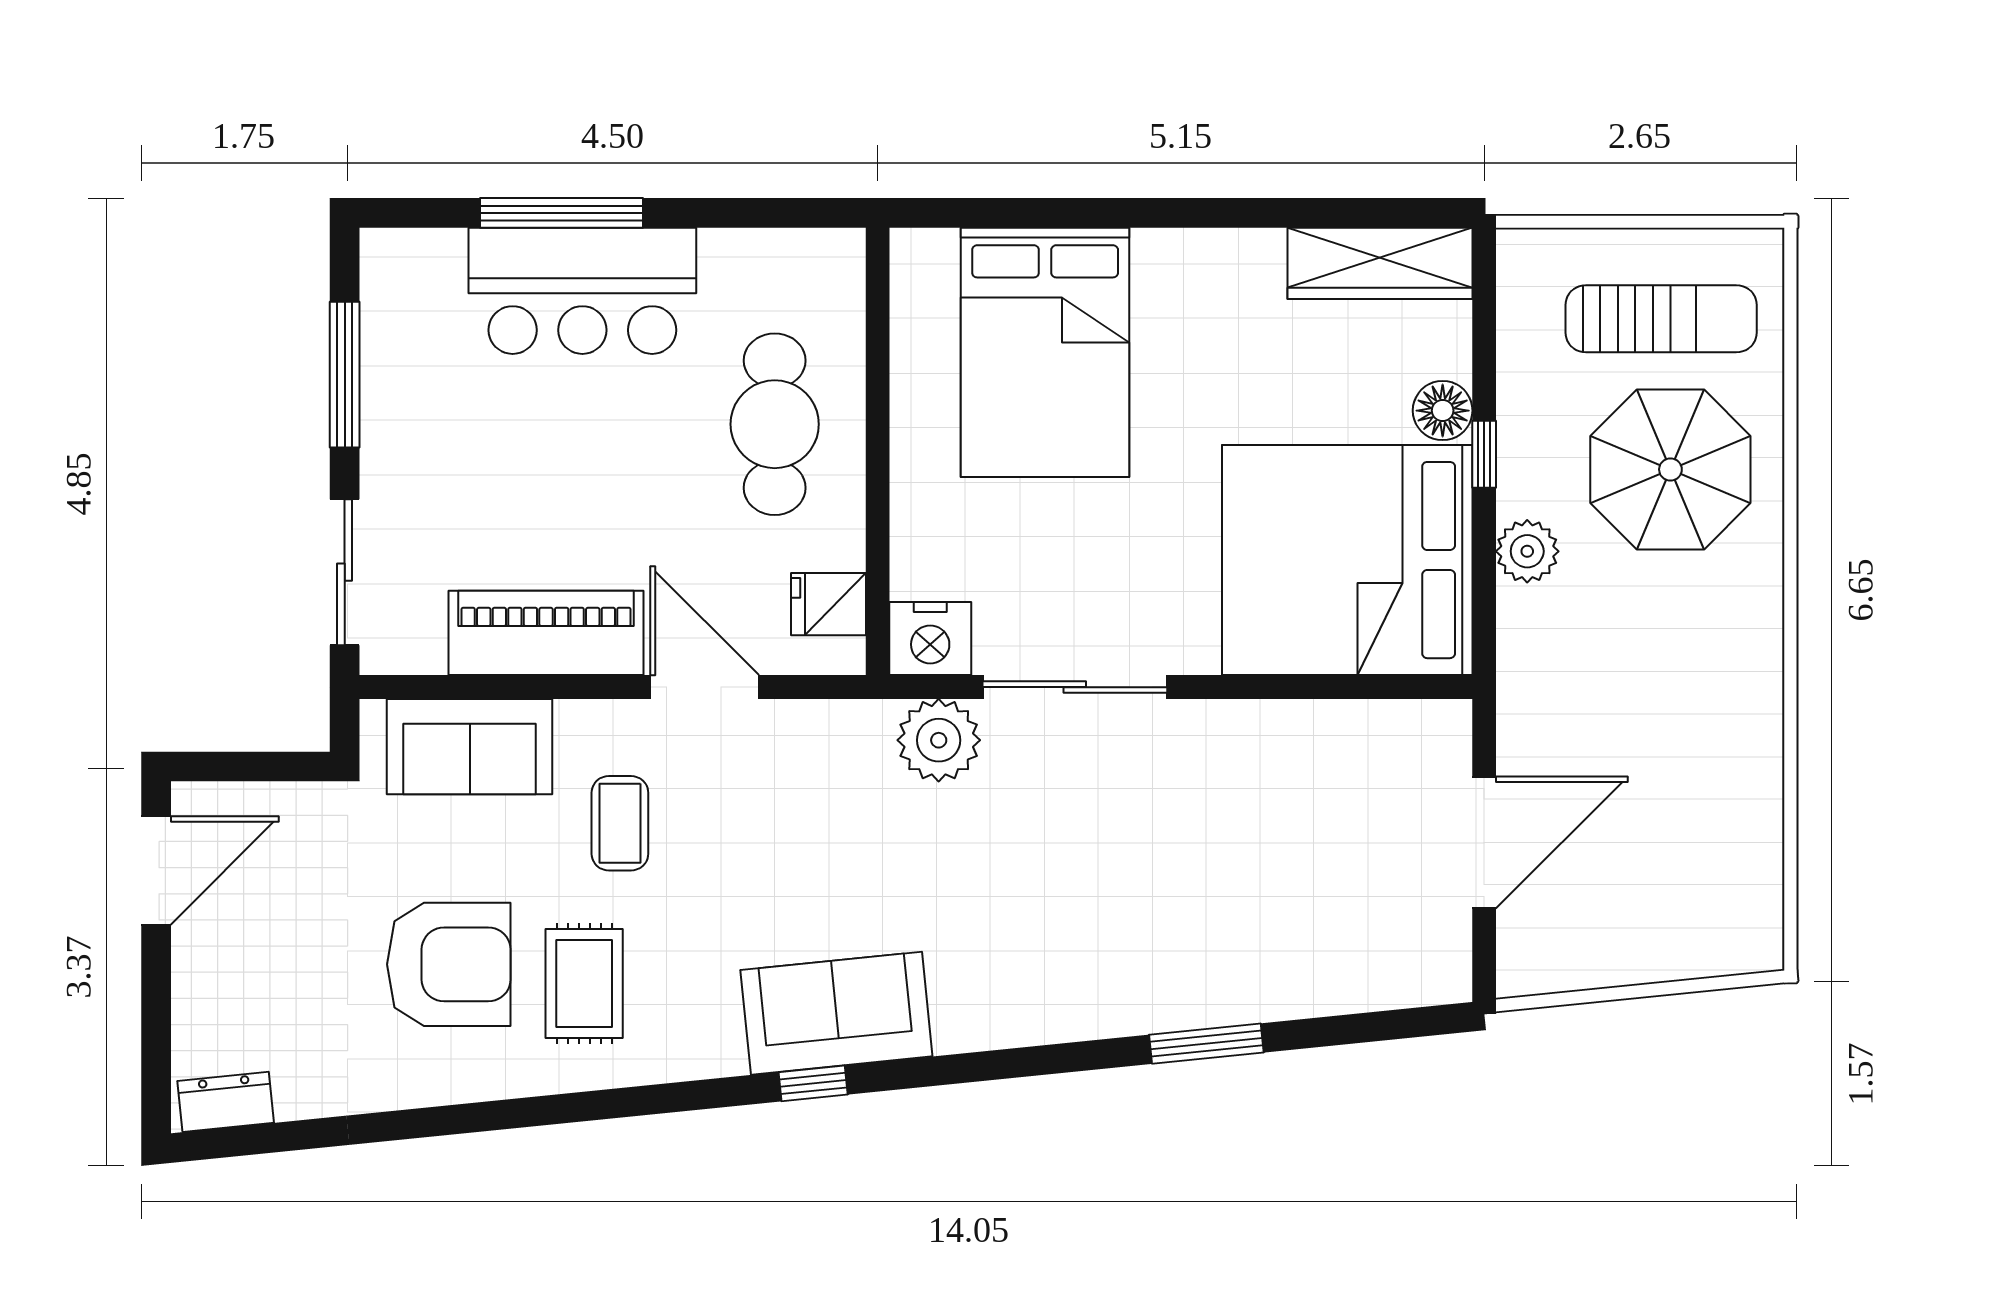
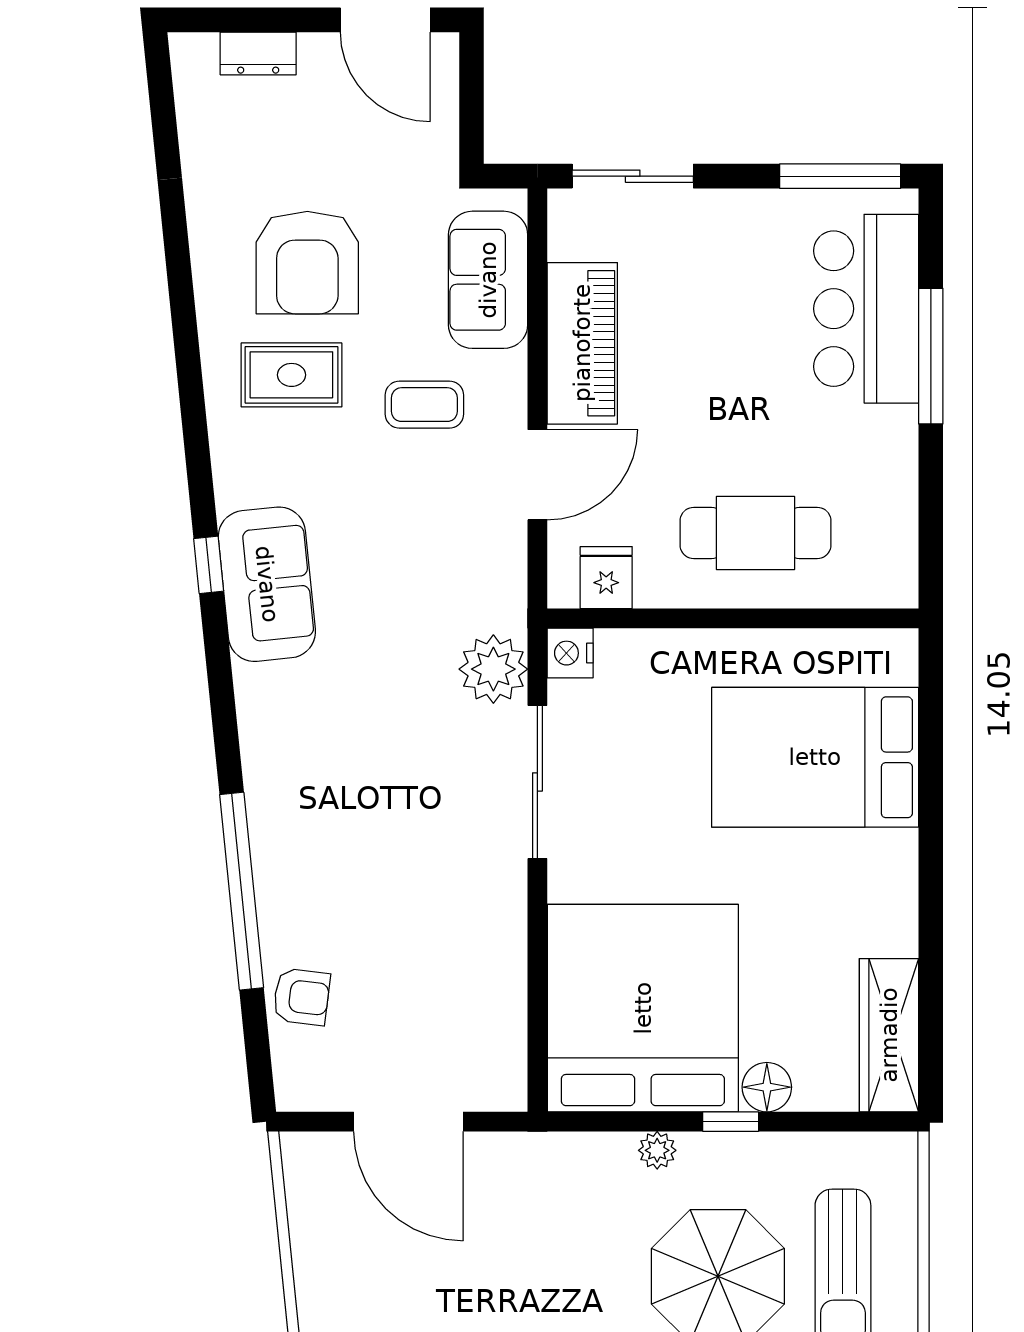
bar counter: (582, 291) -> (866, 309), moved
window: (345, 375) -> (840, 176), moved
plant: (1527, 551) -> (657, 1150), width x0.73, depth x0.73
nightstand: (930, 639) -> (570, 653), width x0.74, depth x0.75
armchair: (1334, 971) -> (301, 997), added
window: (1206, 1044) -> (242, 891), width x2.11
dresser: (226, 1102) -> (258, 53), moved, turned 96

